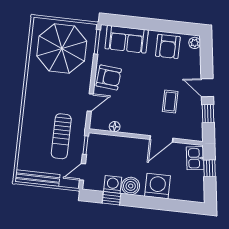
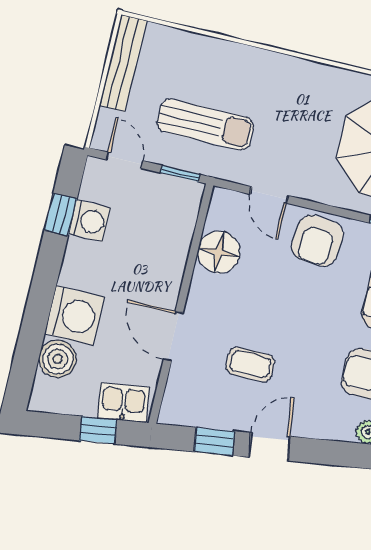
floor lamp: (115, 127) -> (219, 252), width x1.89, depth x1.89
sun lounger: (61, 136) -> (205, 125), turned 180
boiler: (131, 186) -> (58, 359), moved

